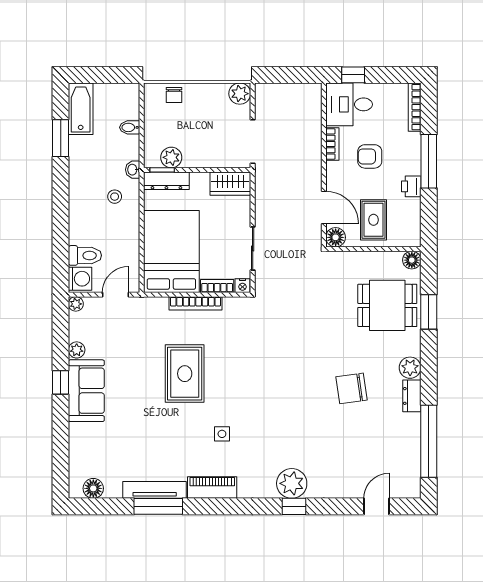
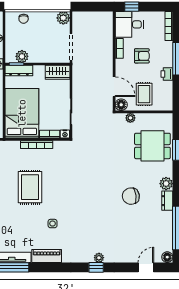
armchair: (370, 156) -> (142, 56), turned 180
plant: (351, 259) -> (130, 118), added
floor lamp: (412, 260) -> (167, 257), moved
plant: (292, 483) -> (99, 258), width x0.53, depth x0.53

